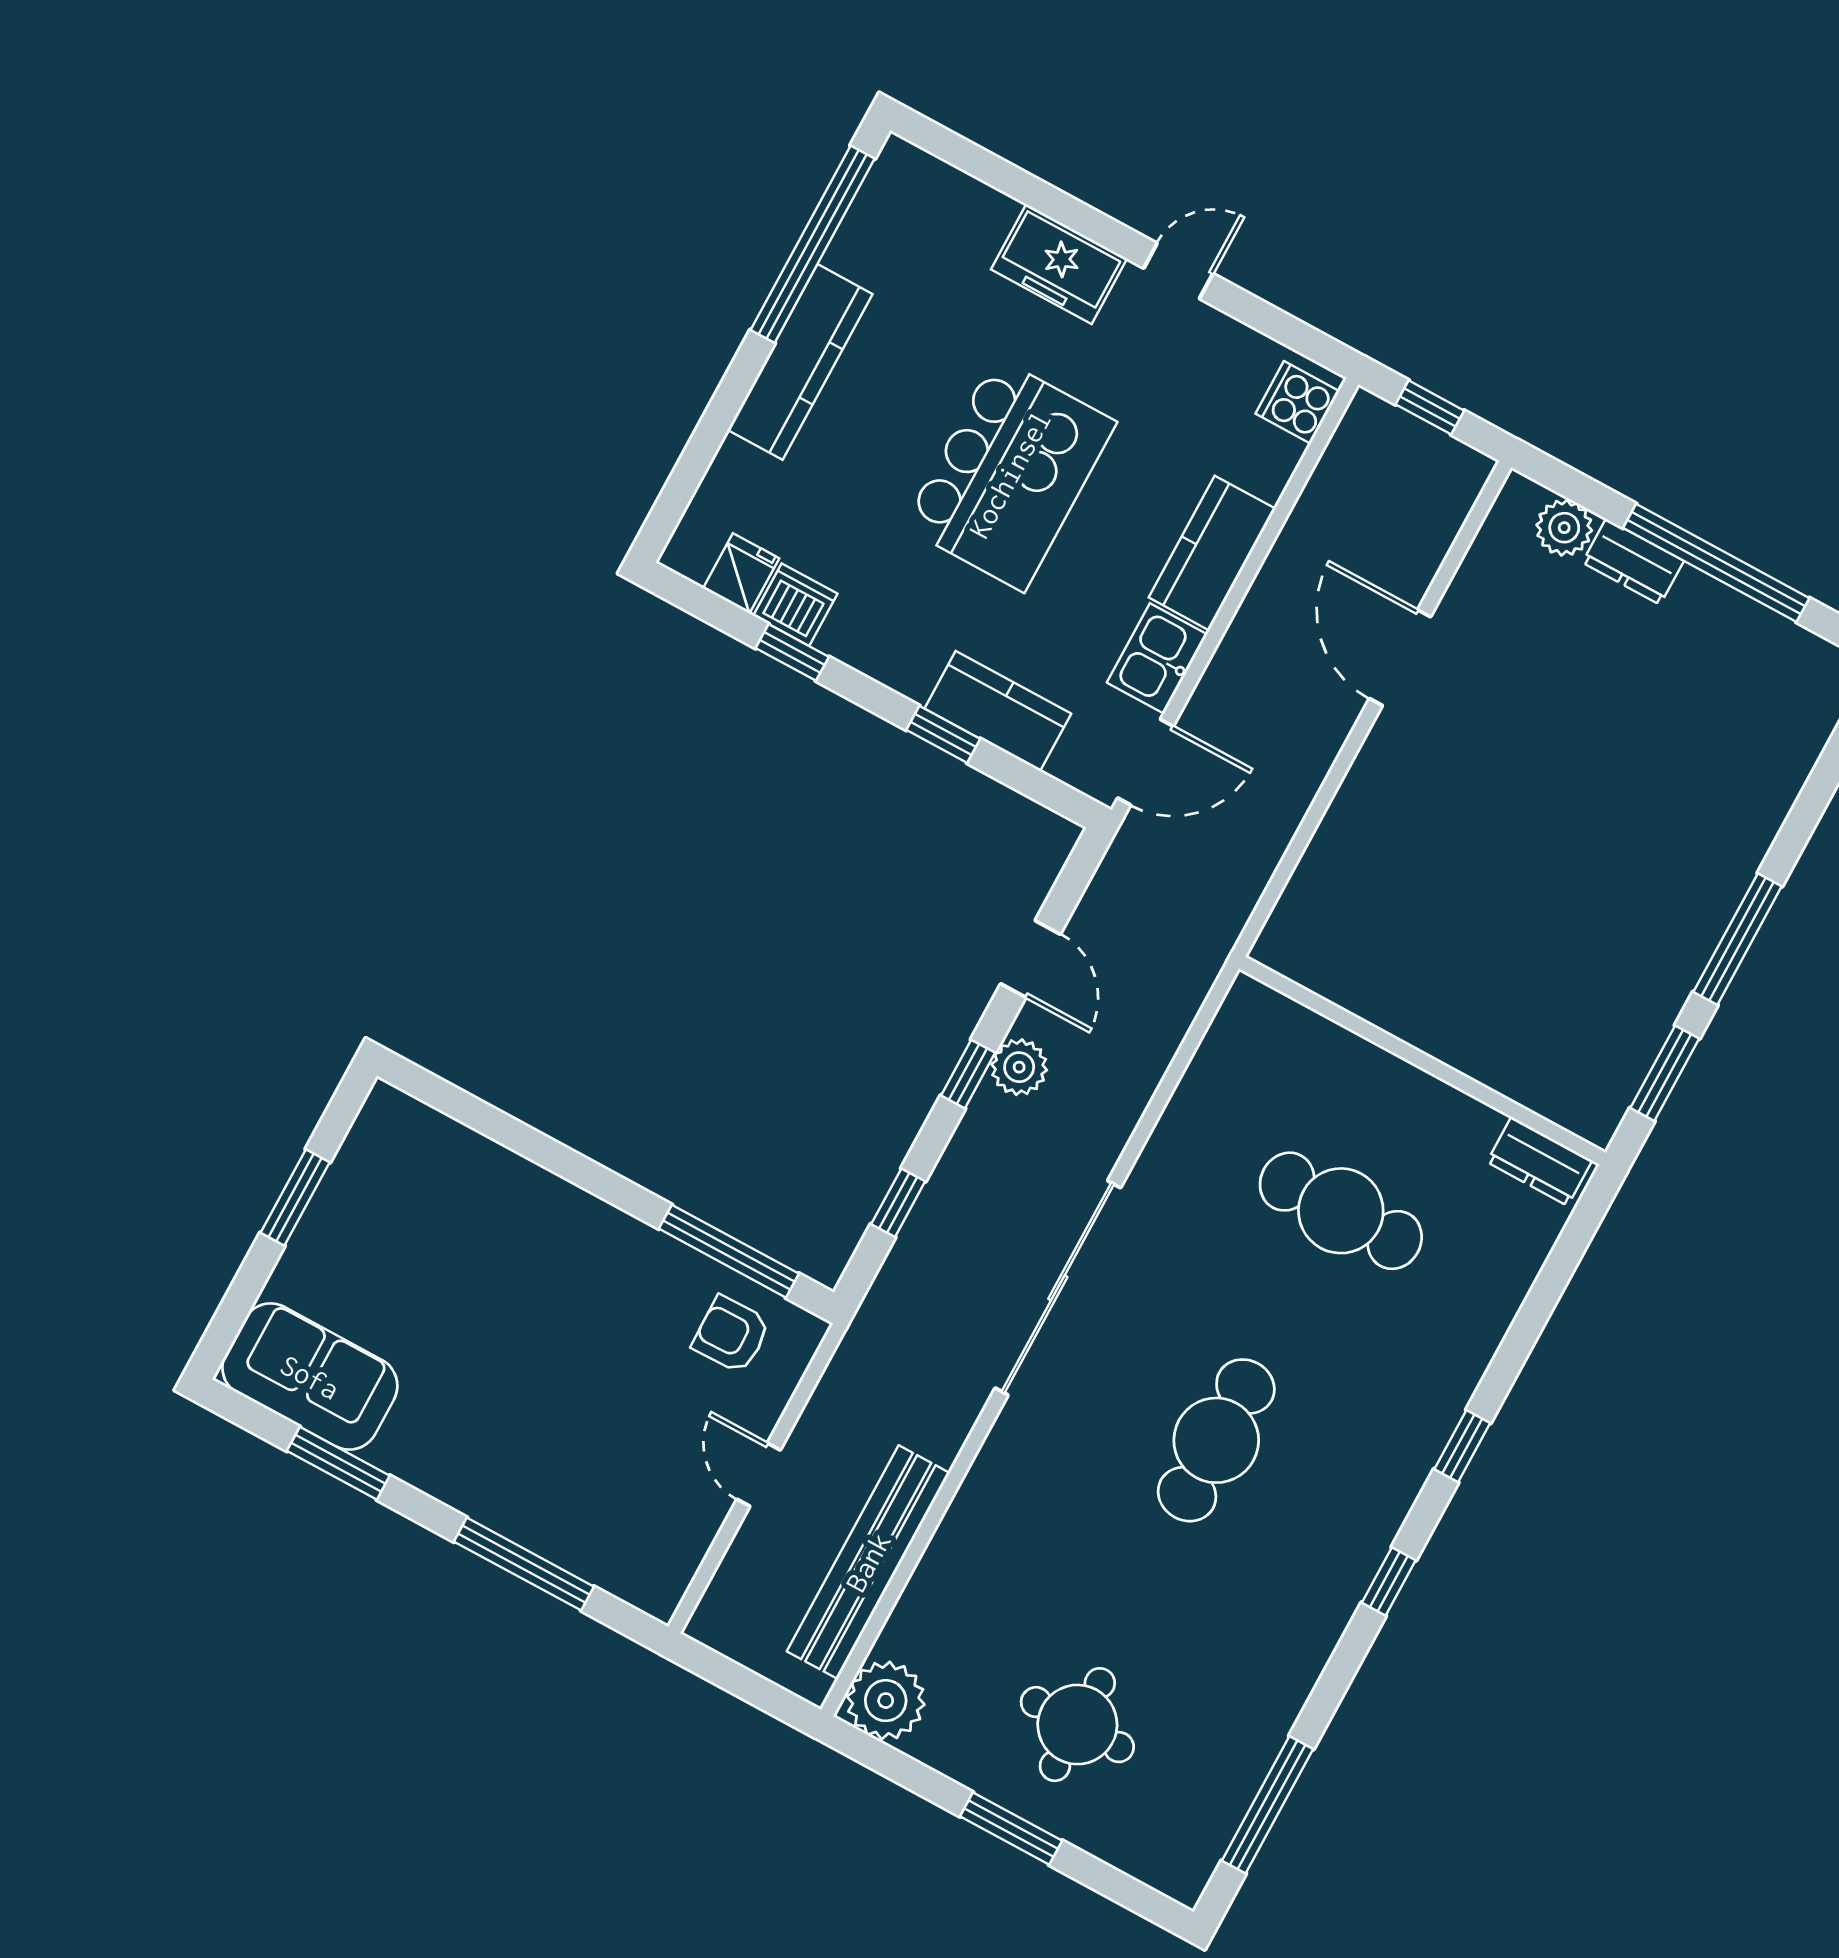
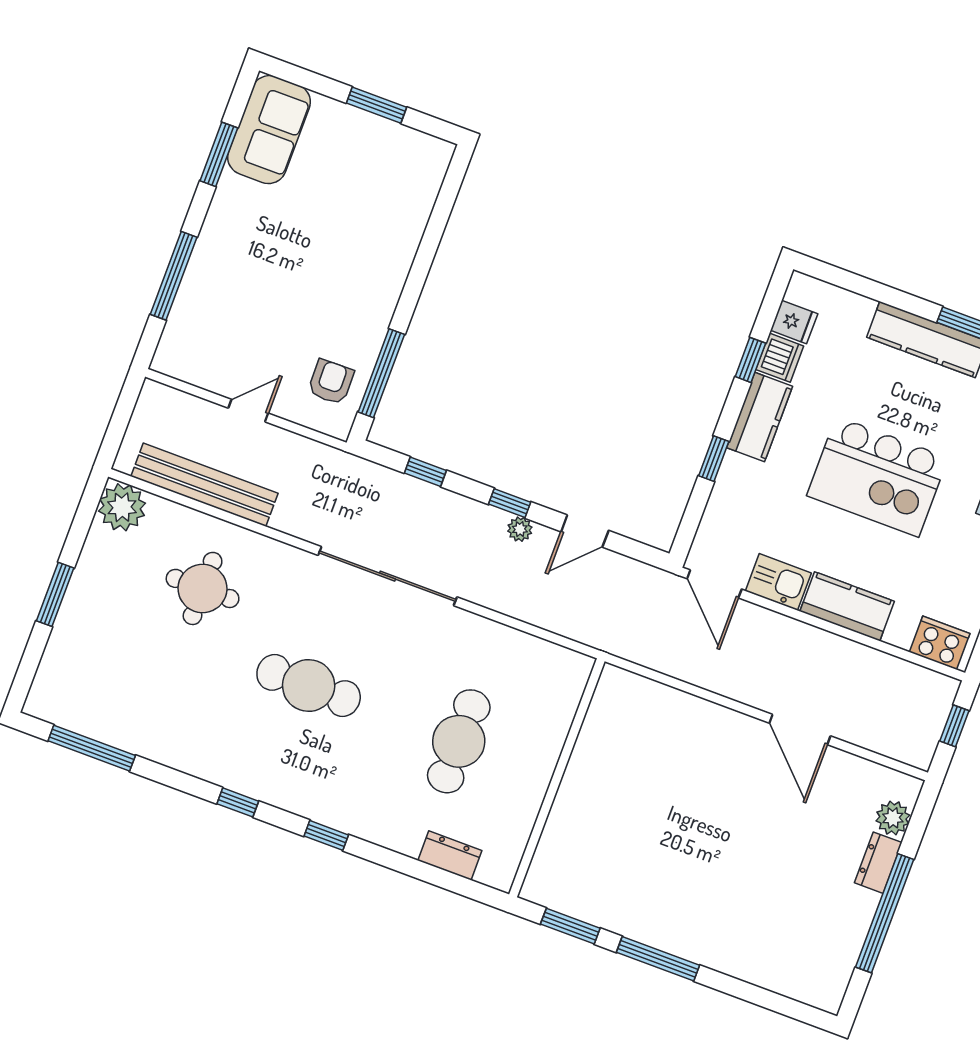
cooker: (1297, 402) -> (940, 643), width x1.36
door: (1400, 658) -> (800, 729), swing flipped
kitchen counter: (998, 711) -> (760, 417), moved
plant: (1019, 1067) -> (520, 529), width x0.73, depth x0.73
dresser: (1540, 1161) -> (450, 855), moved, turned 90
round table: (1077, 1725) -> (203, 588), moved

